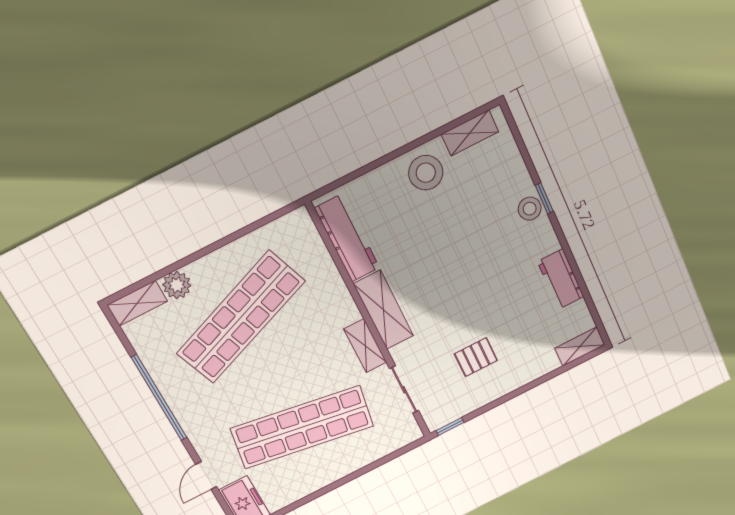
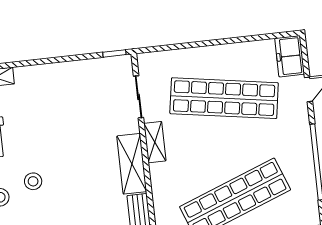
stool: (496, 243) -> (33, 181), added
pallet: (476, 357) -> (76, 101), removed

